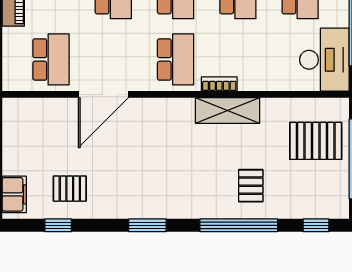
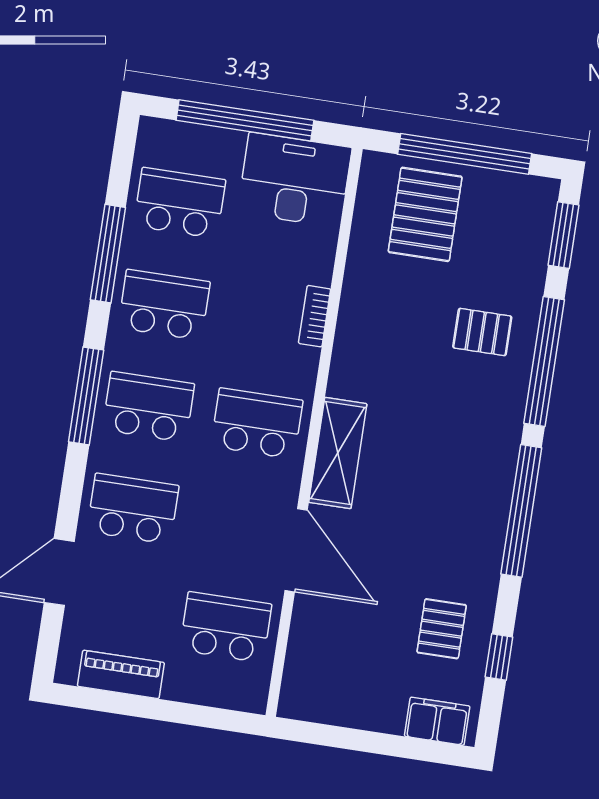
bookcase: (219, 84) -> (315, 316), moved
shelving: (228, 110) -> (338, 453), moved
window: (147, 225) -> (521, 511), width x2.11
window: (316, 225) -> (563, 235), width x1.50

